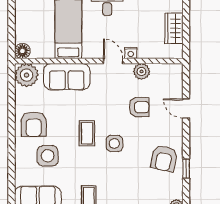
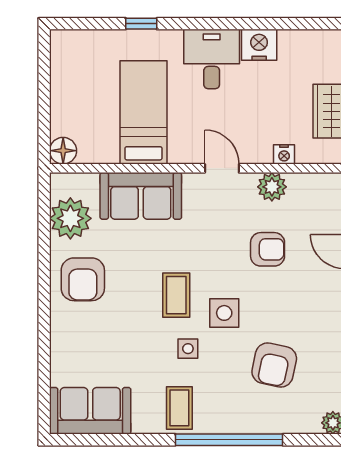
nightstand: (131, 53) -> (284, 154), moved
plant: (27, 75) -> (70, 218), moved
side table: (48, 156) -> (188, 349), moved, width x0.54, depth x0.54
armchair: (164, 158) -> (274, 365), moved

